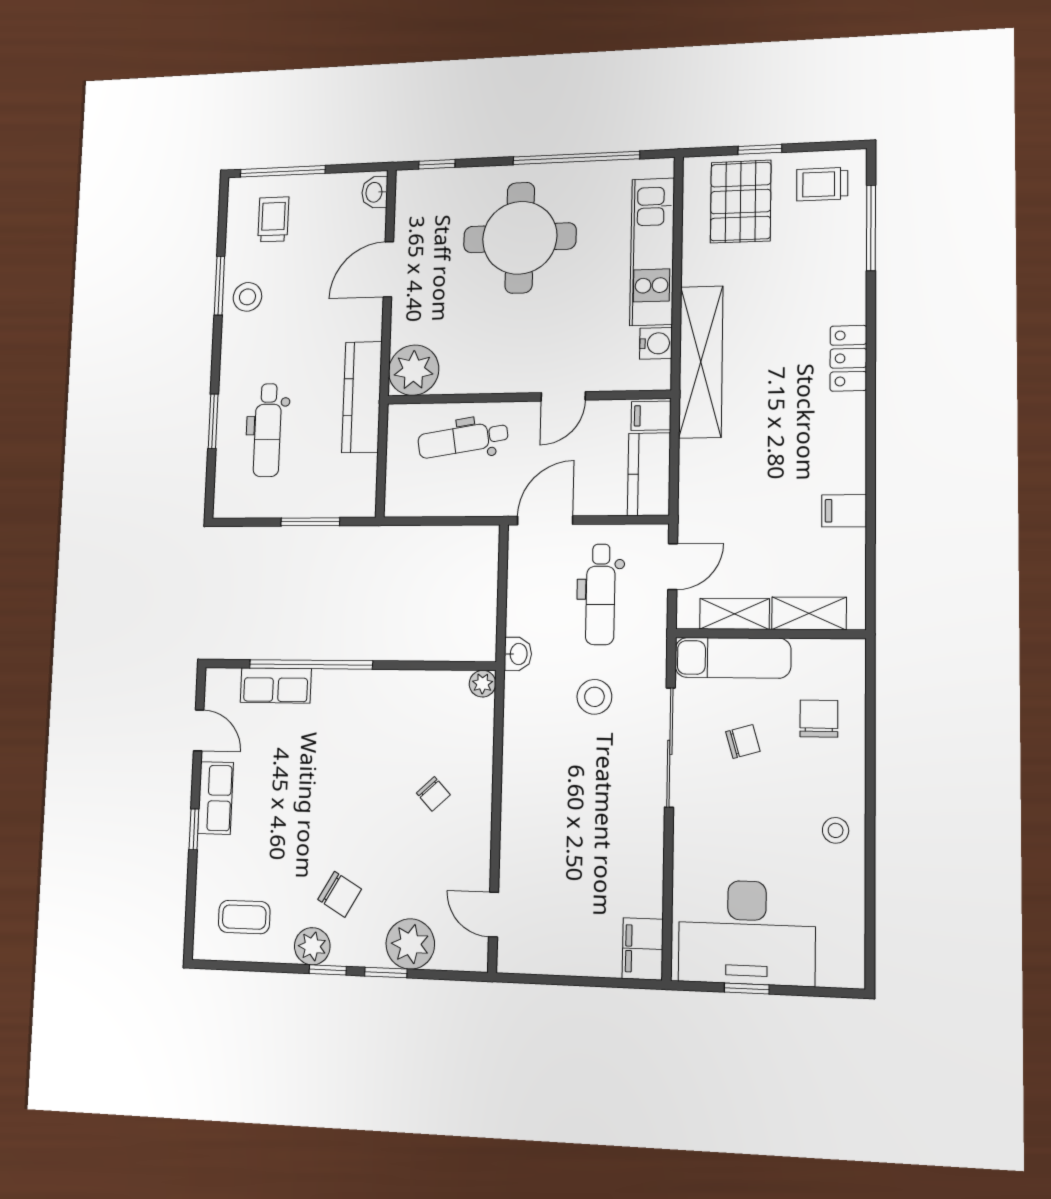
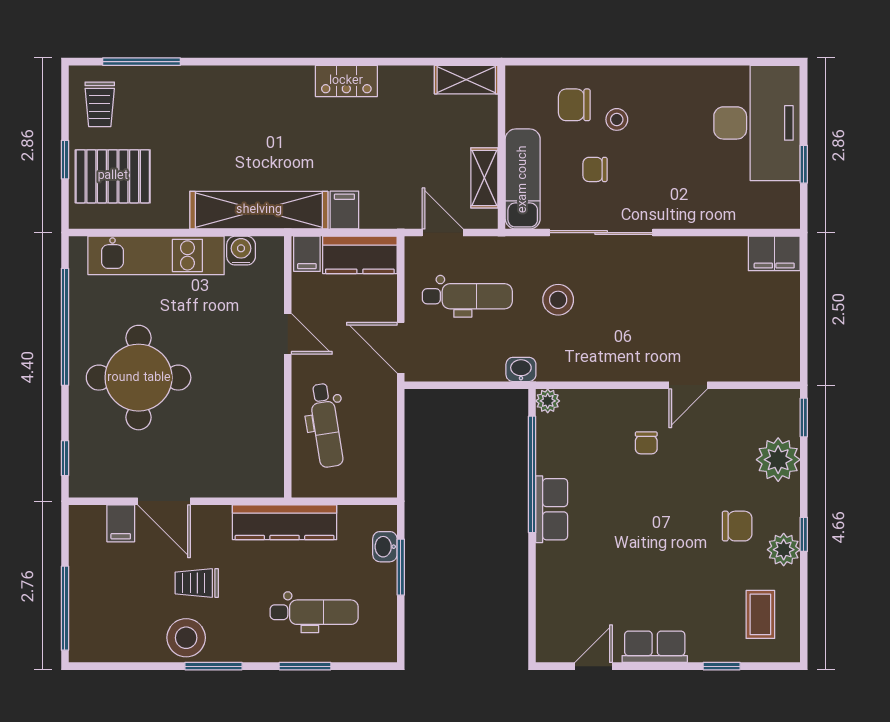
washbasin: (375, 192) -> (385, 547), moved, turned 90
trolley: (273, 219) -> (197, 583), moved
filing cabinet: (367, 225) -> (121, 523), added
window: (219, 286) -> (214, 666), moved
stool: (247, 297) -> (186, 638), width x1.38, depth x1.38
locker: (848, 358) -> (346, 81), moved
plant: (414, 370) -> (260, 474), removed
filing cabinet: (844, 511) -> (344, 210), moved, turned 180
shelving: (809, 613) -> (466, 80), moved, turned 90
window: (311, 664) -> (532, 474), moved
row of seats: (276, 685) -> (552, 509), moved
chair: (743, 742) -> (595, 169), turned -74
chair: (433, 794) -> (646, 443), turned 133
window: (194, 829) -> (722, 666), moved
stool: (836, 830) -> (617, 119), moved
chair: (340, 894) -> (737, 526), turned 60
door: (494, 915) -> (688, 385), moved
desk: (747, 932) -> (757, 123), moved
window: (386, 973) -> (804, 417), moved

